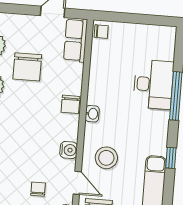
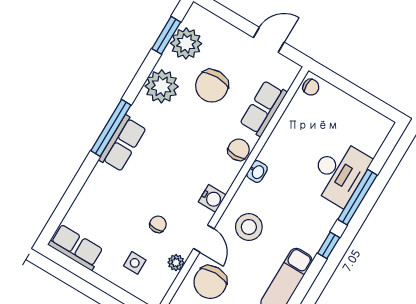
row of seats: (76, 40) -> (263, 108), moved
chair: (70, 104) -> (239, 150), turned 180
window: (171, 158) -> (329, 245), moved

